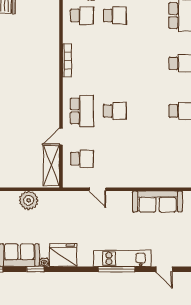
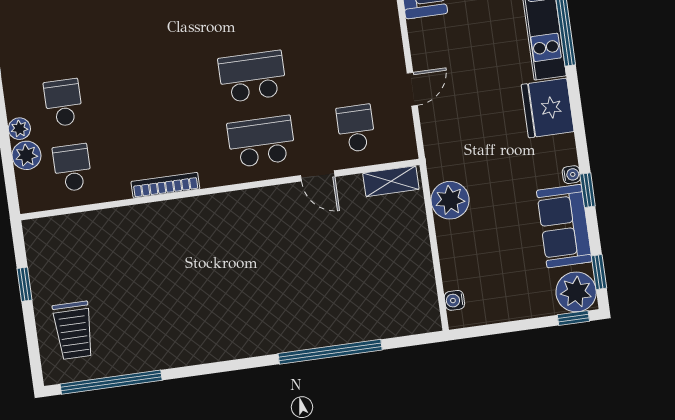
school desk: (115, 111) -> (252, 77), width x1.85
shelving: (51, 166) -> (391, 181), width x0.67, depth x0.75
plant: (29, 200) -> (450, 200), moved
fridge: (63, 255) -> (548, 108), moved

